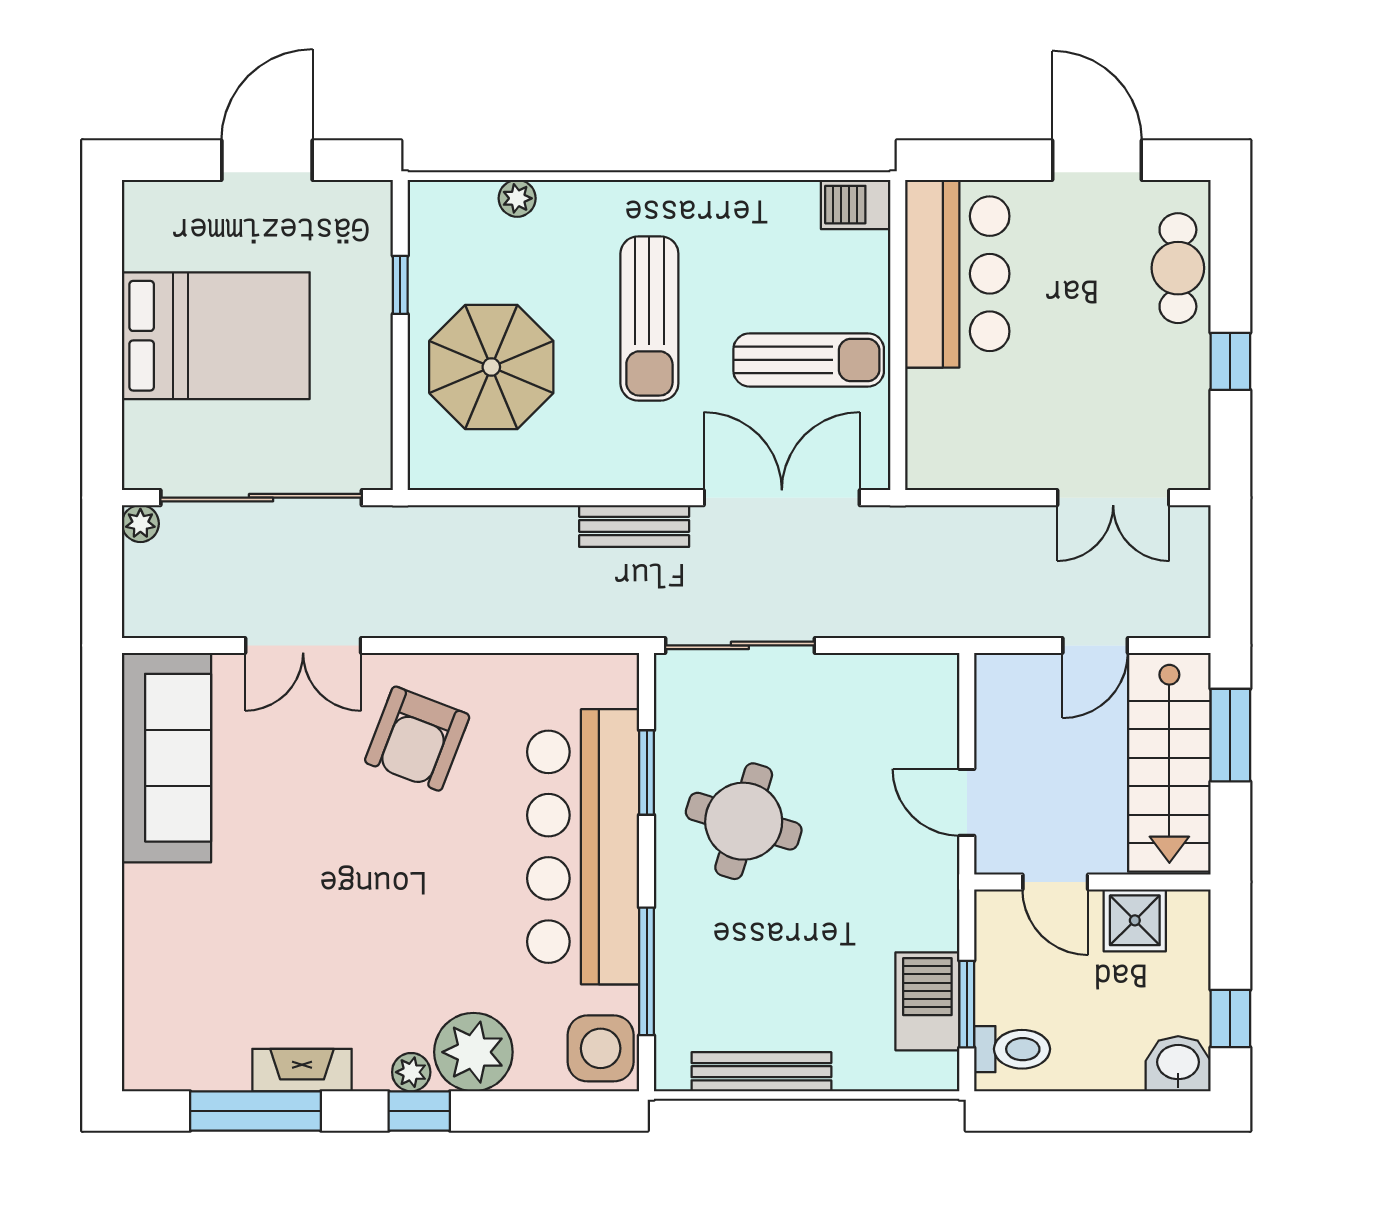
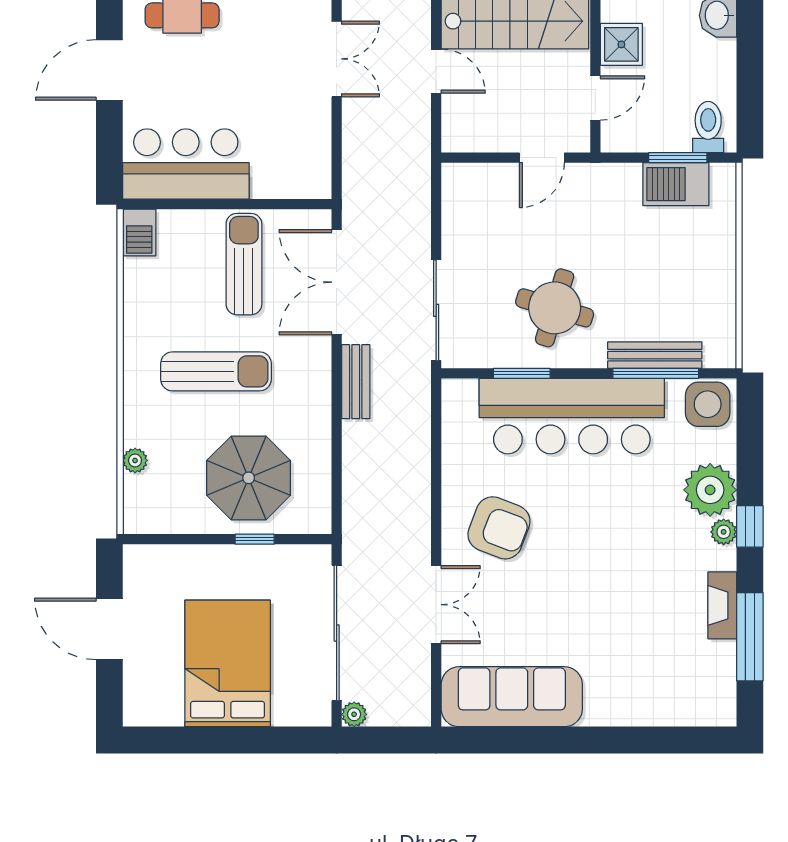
window: (400, 285) -> (255, 539), moved
bench: (761, 1072) -> (655, 355), moved, turned 90

